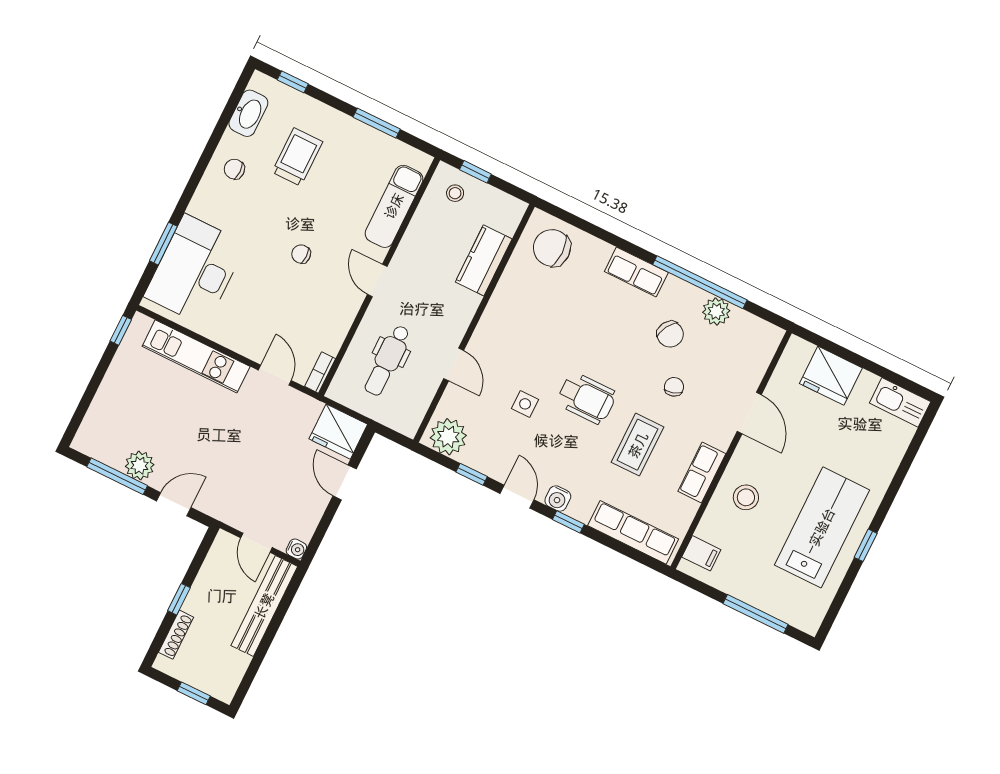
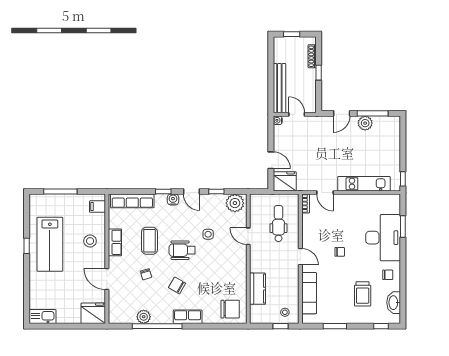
desk: (195, 270) -> (383, 238), moved
chair: (670, 334) -> (177, 285), moved
fridge: (831, 376) -> (93, 313), moved

